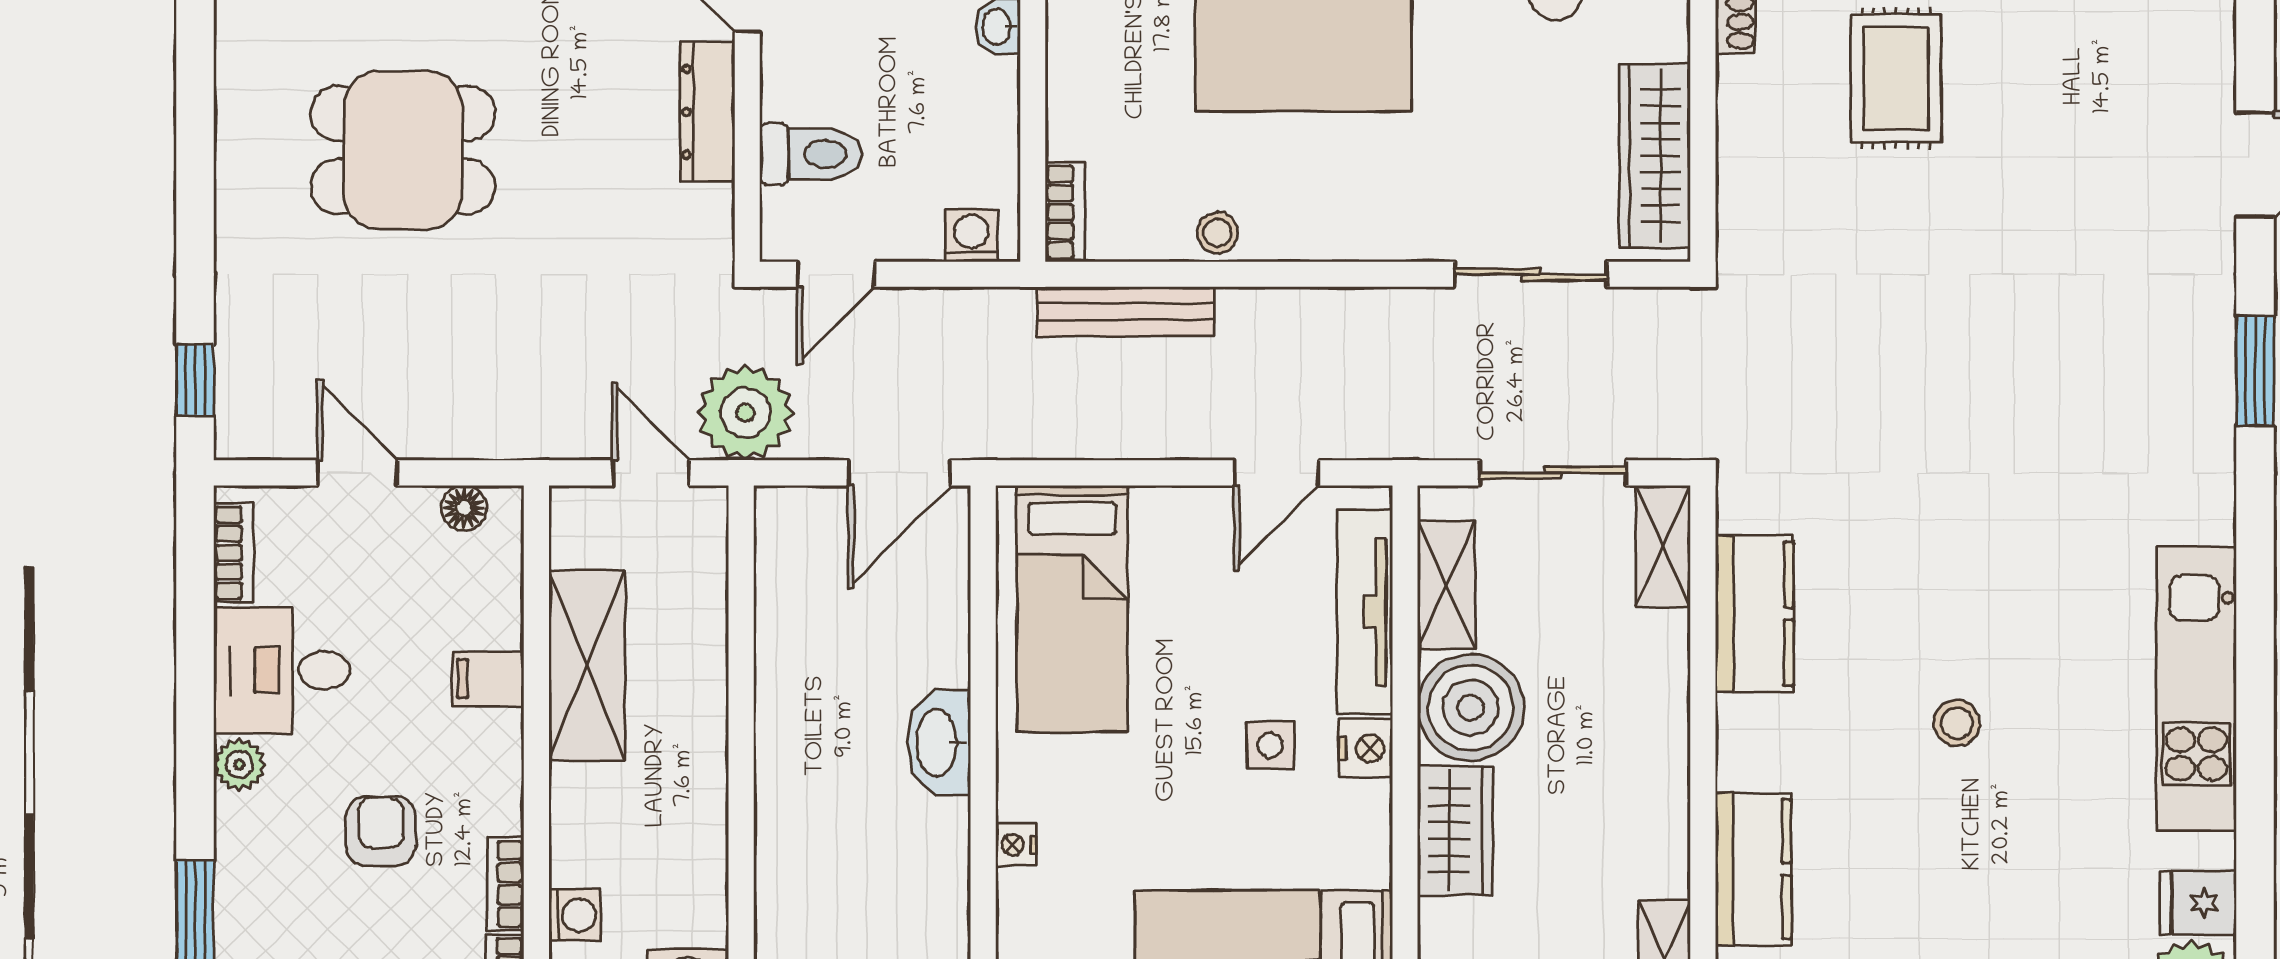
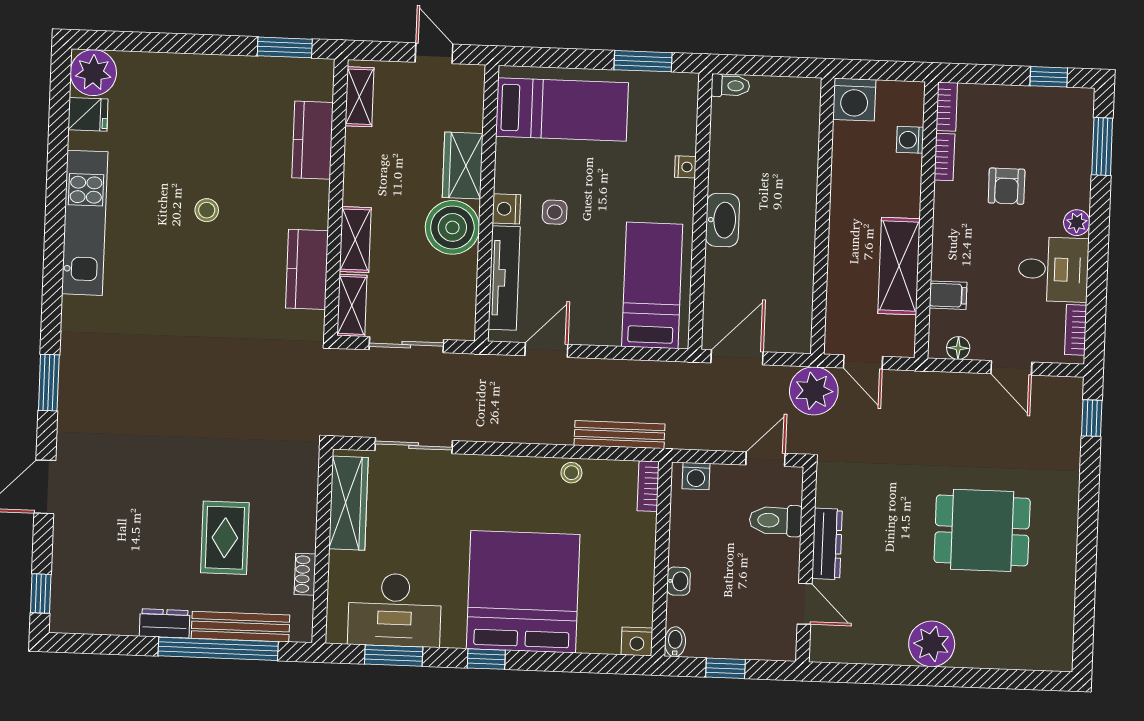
shelving: (1446, 585) -> (355, 240), moved
filing cabinet: (488, 679) -> (948, 295), moved

